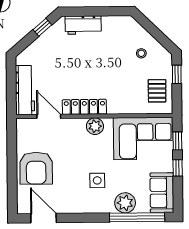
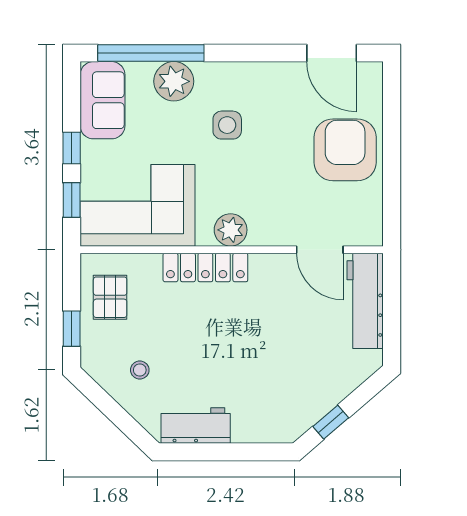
workbench: (83, 25) -> (196, 426), moved
locker: (84, 107) -> (205, 267), moved

